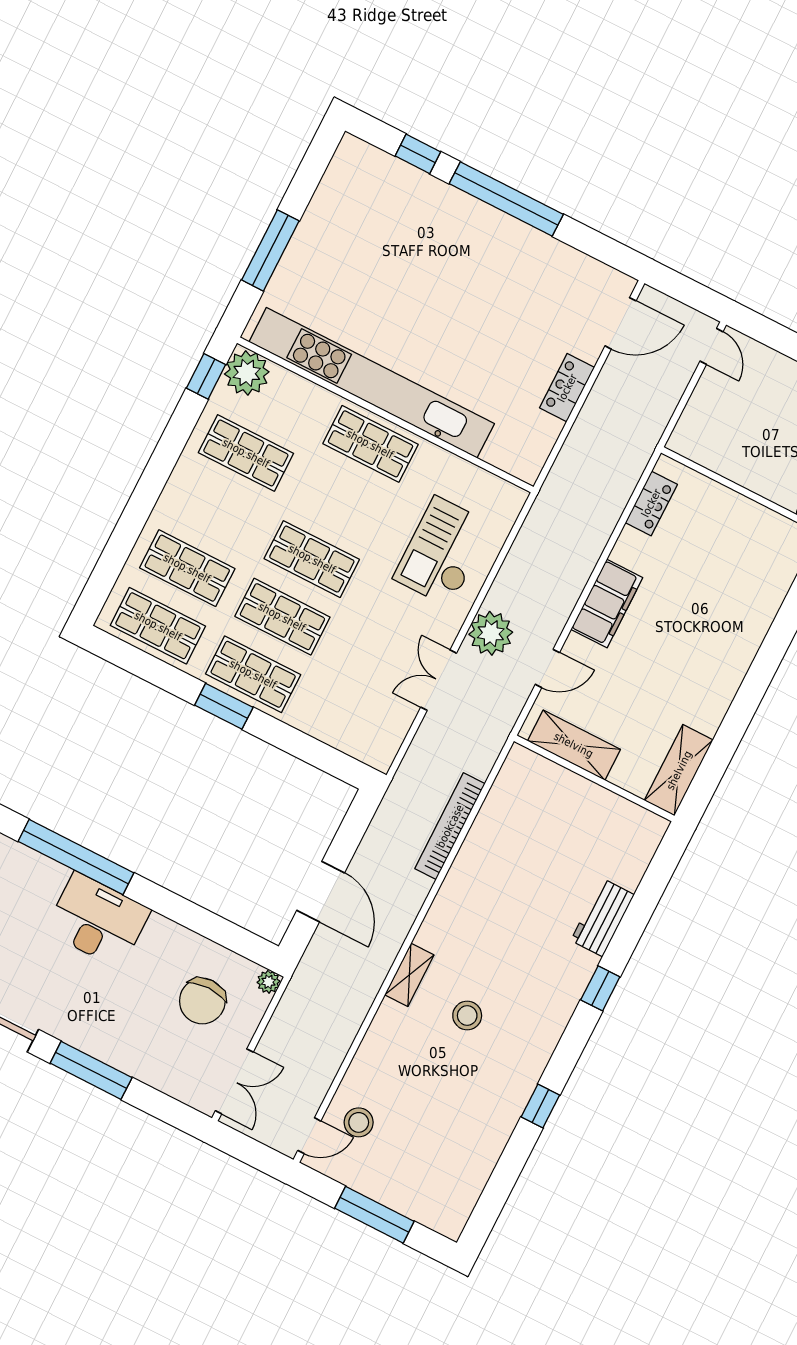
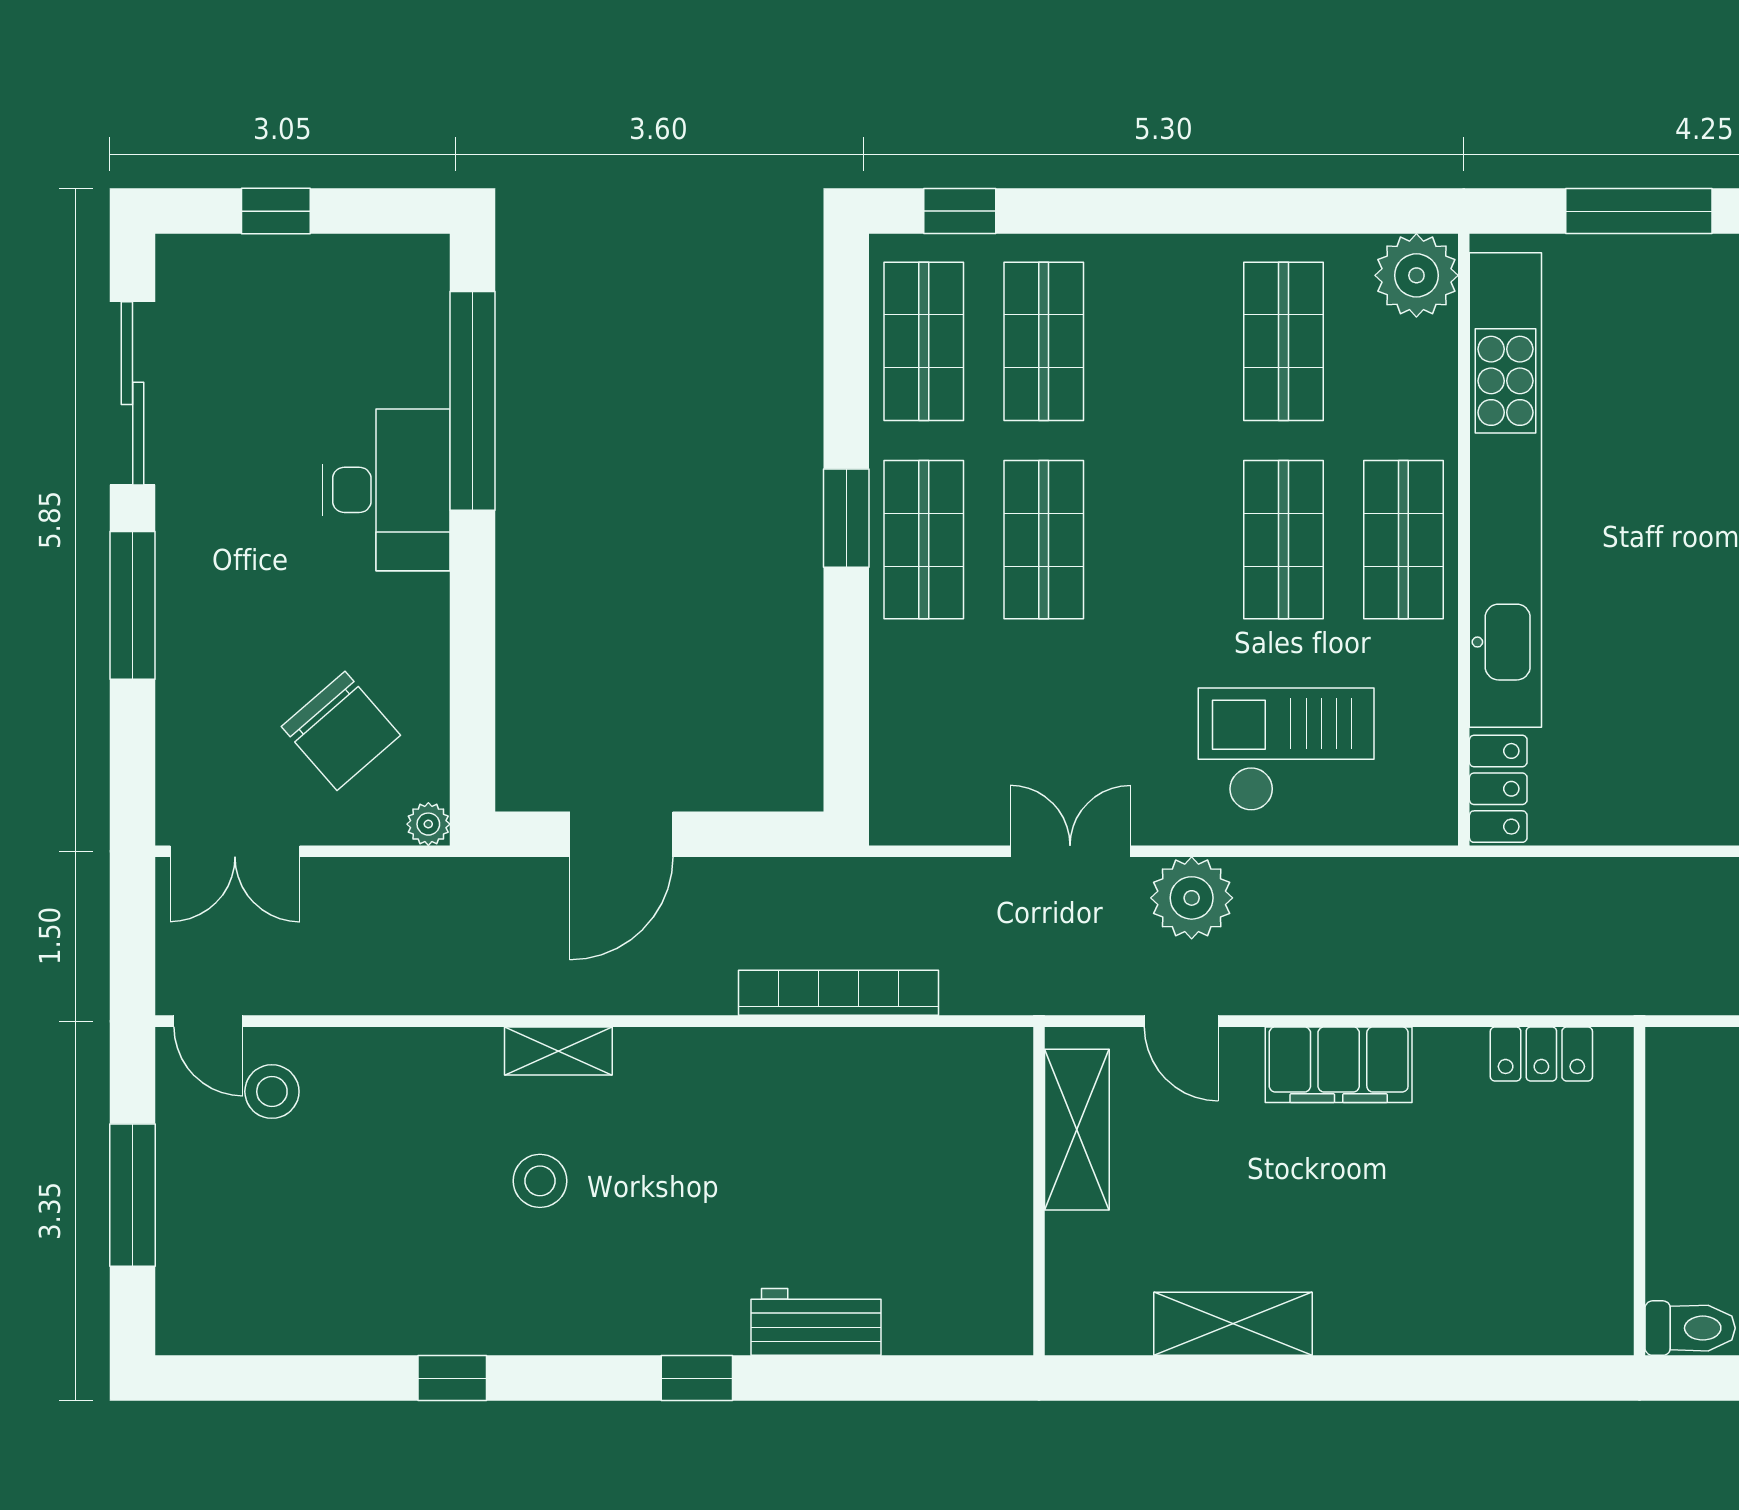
window: (206, 376) -> (960, 211), moved
locker: (567, 388) -> (1498, 789), moved, turned 90
shop shelf: (312, 559) -> (1283, 540), moved
shelving: (679, 770) -> (1233, 1324), moved
chair: (202, 1001) -> (341, 731), turned -131

